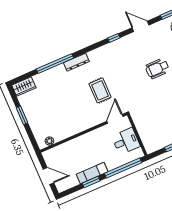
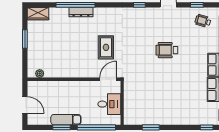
dresser: (76, 62) -> (81, 12), moved

